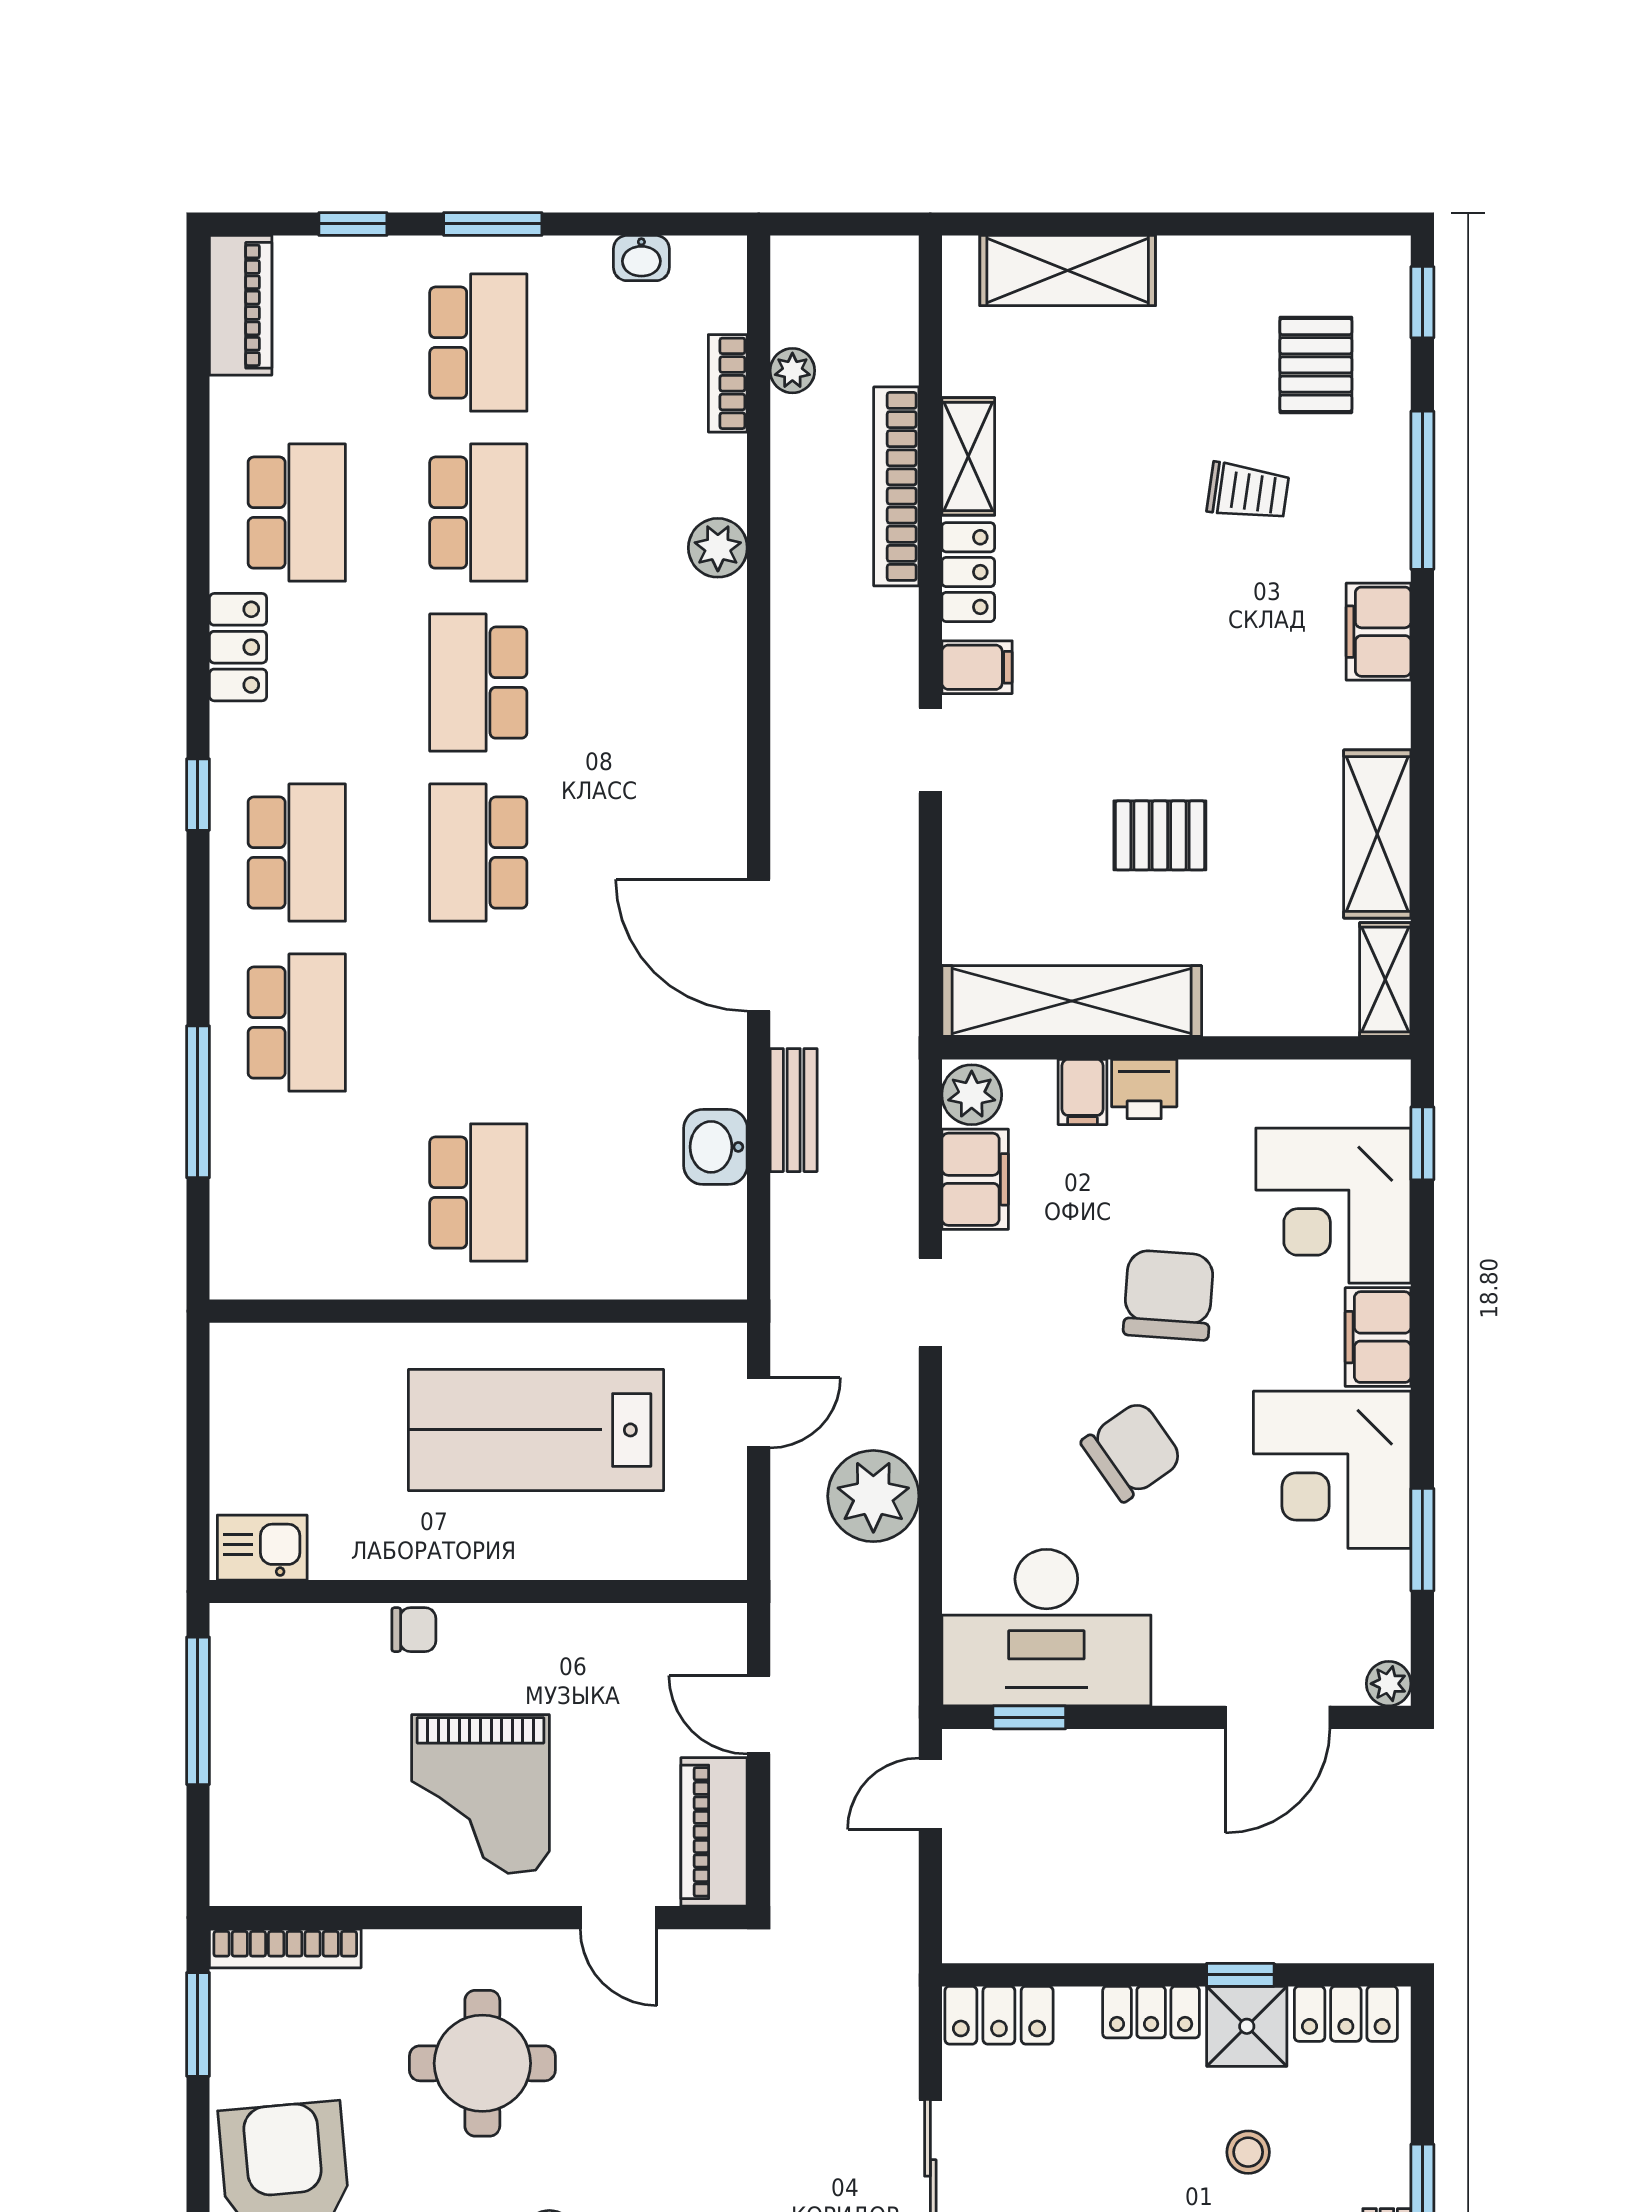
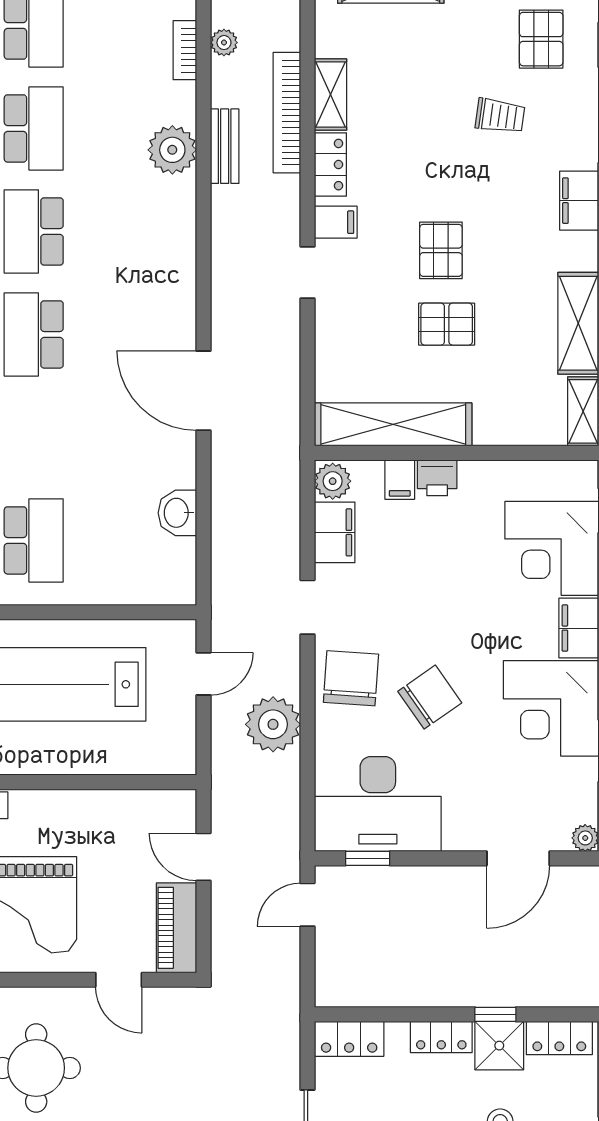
plant: (718, 548) -> (172, 150), width x1.36, depth x1.36
pallet: (1150, 714) -> (441, 250), added
bench: (794, 1110) -> (225, 146), moved
chair: (1168, 1295) -> (351, 678), moved

